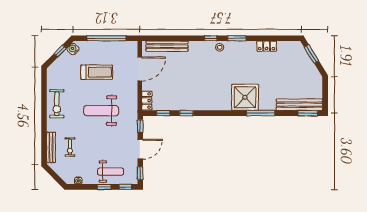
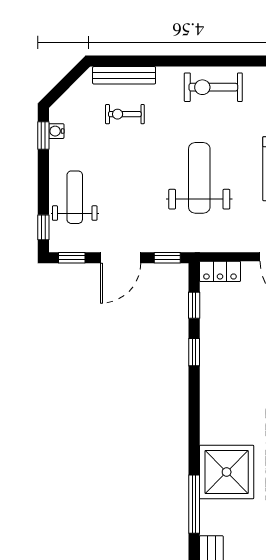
door: (140, 149) -> (121, 258), hinge flipped
weight bench: (111, 172) -> (75, 197), turned 180
window: (104, 187) -> (43, 135), moved

